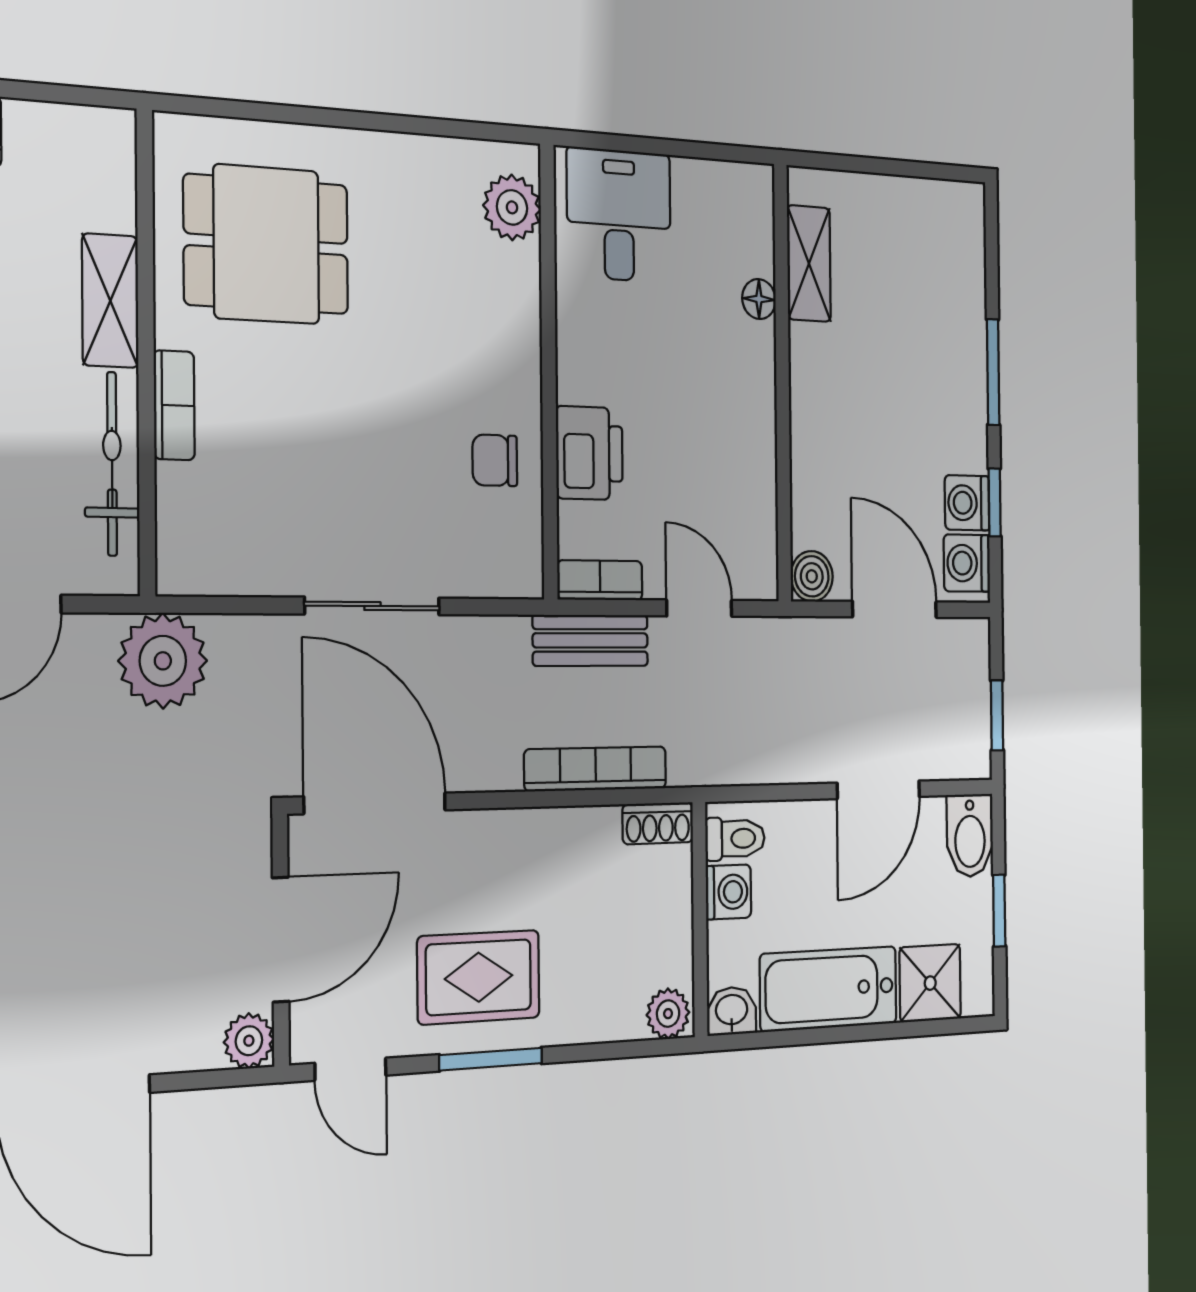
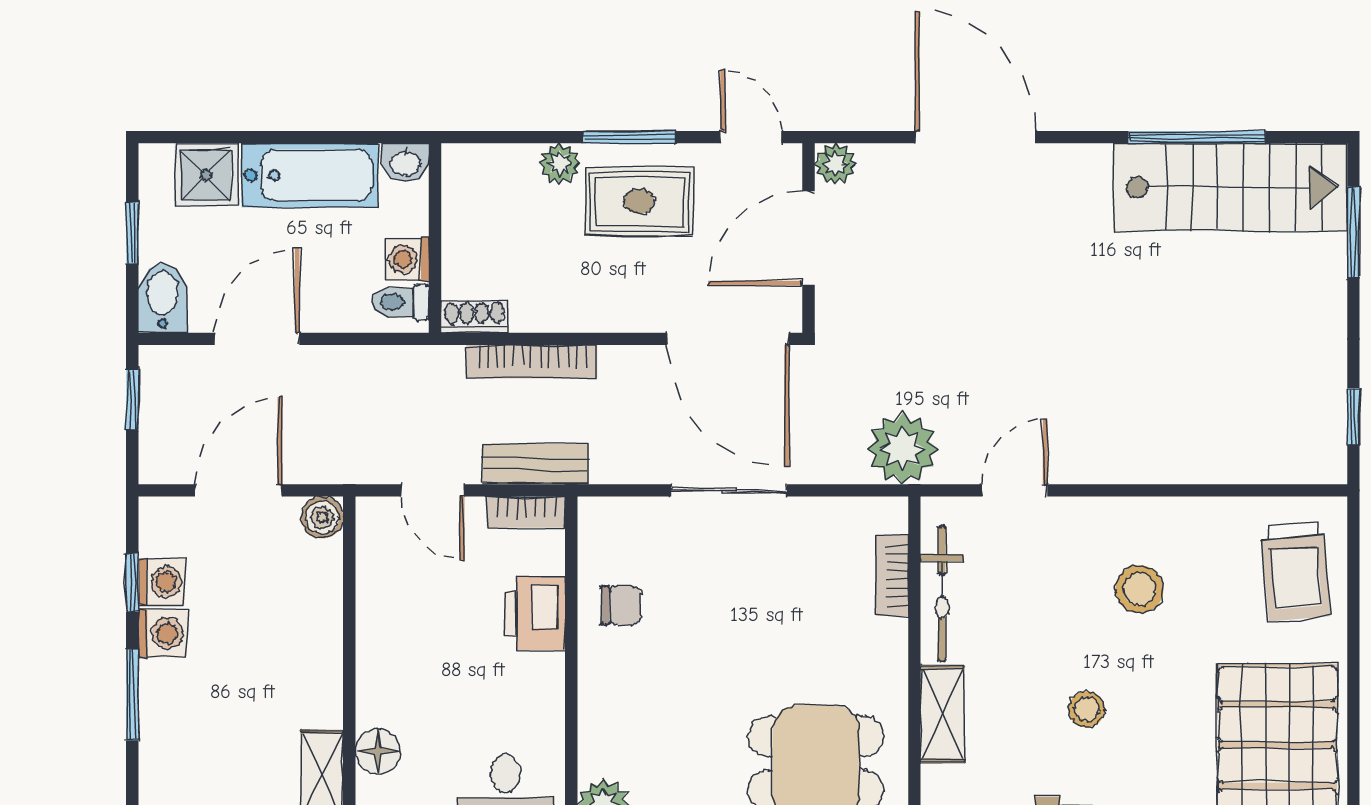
floor lamp: (759, 299) -> (378, 751), width x1.37, depth x1.37
bookcase: (174, 405) -> (892, 575), moved
washing machine: (967, 563) -> (163, 633), moved
door: (895, 609) -> (239, 490), swing flipped
plant: (668, 1014) -> (560, 163), moved

